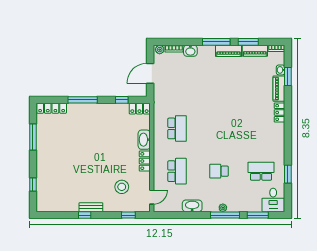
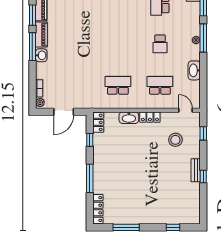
washbasin: (190, 51) -> (41, 55), moved
door: (150, 73) -> (64, 112), hinge flipped

